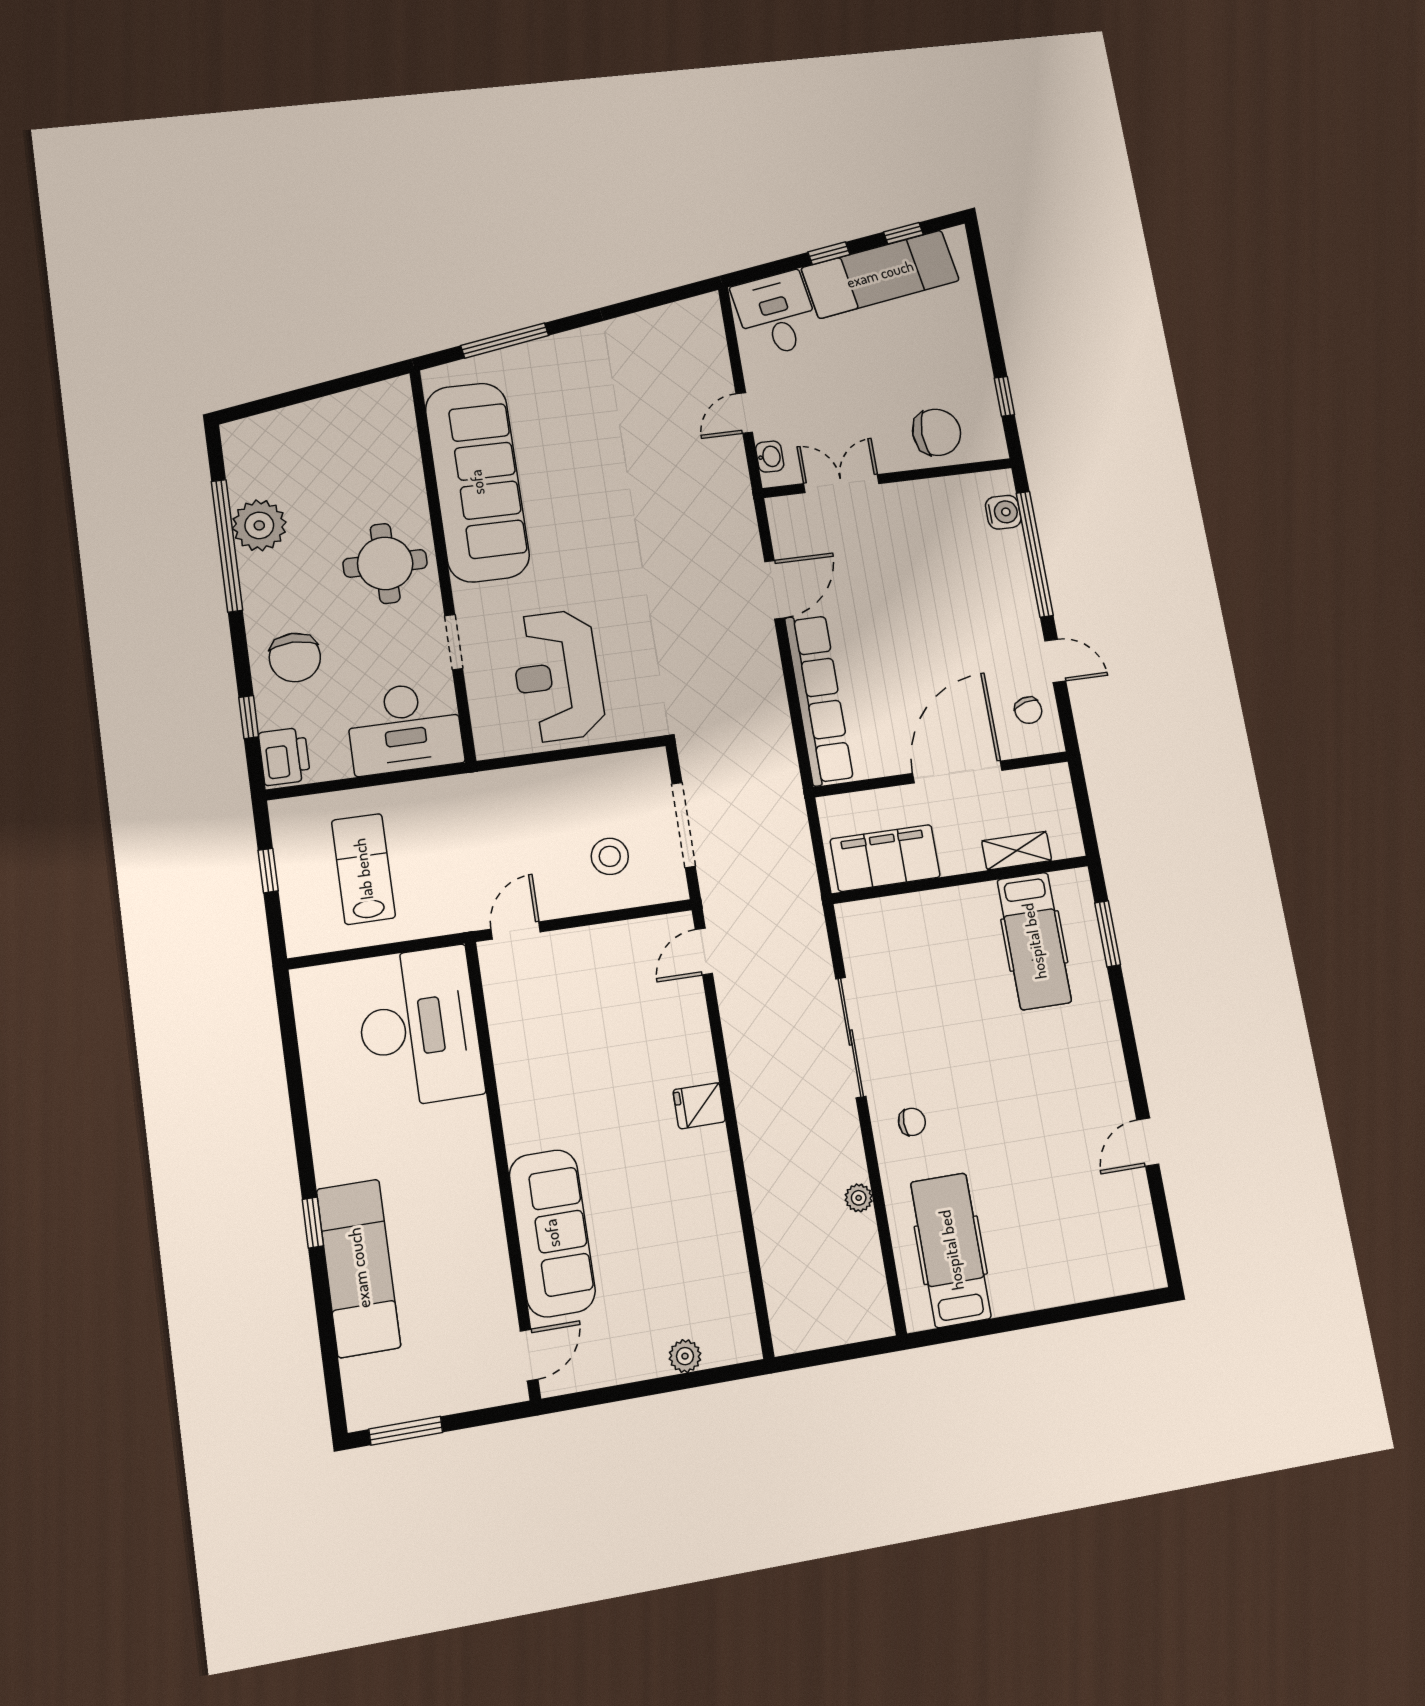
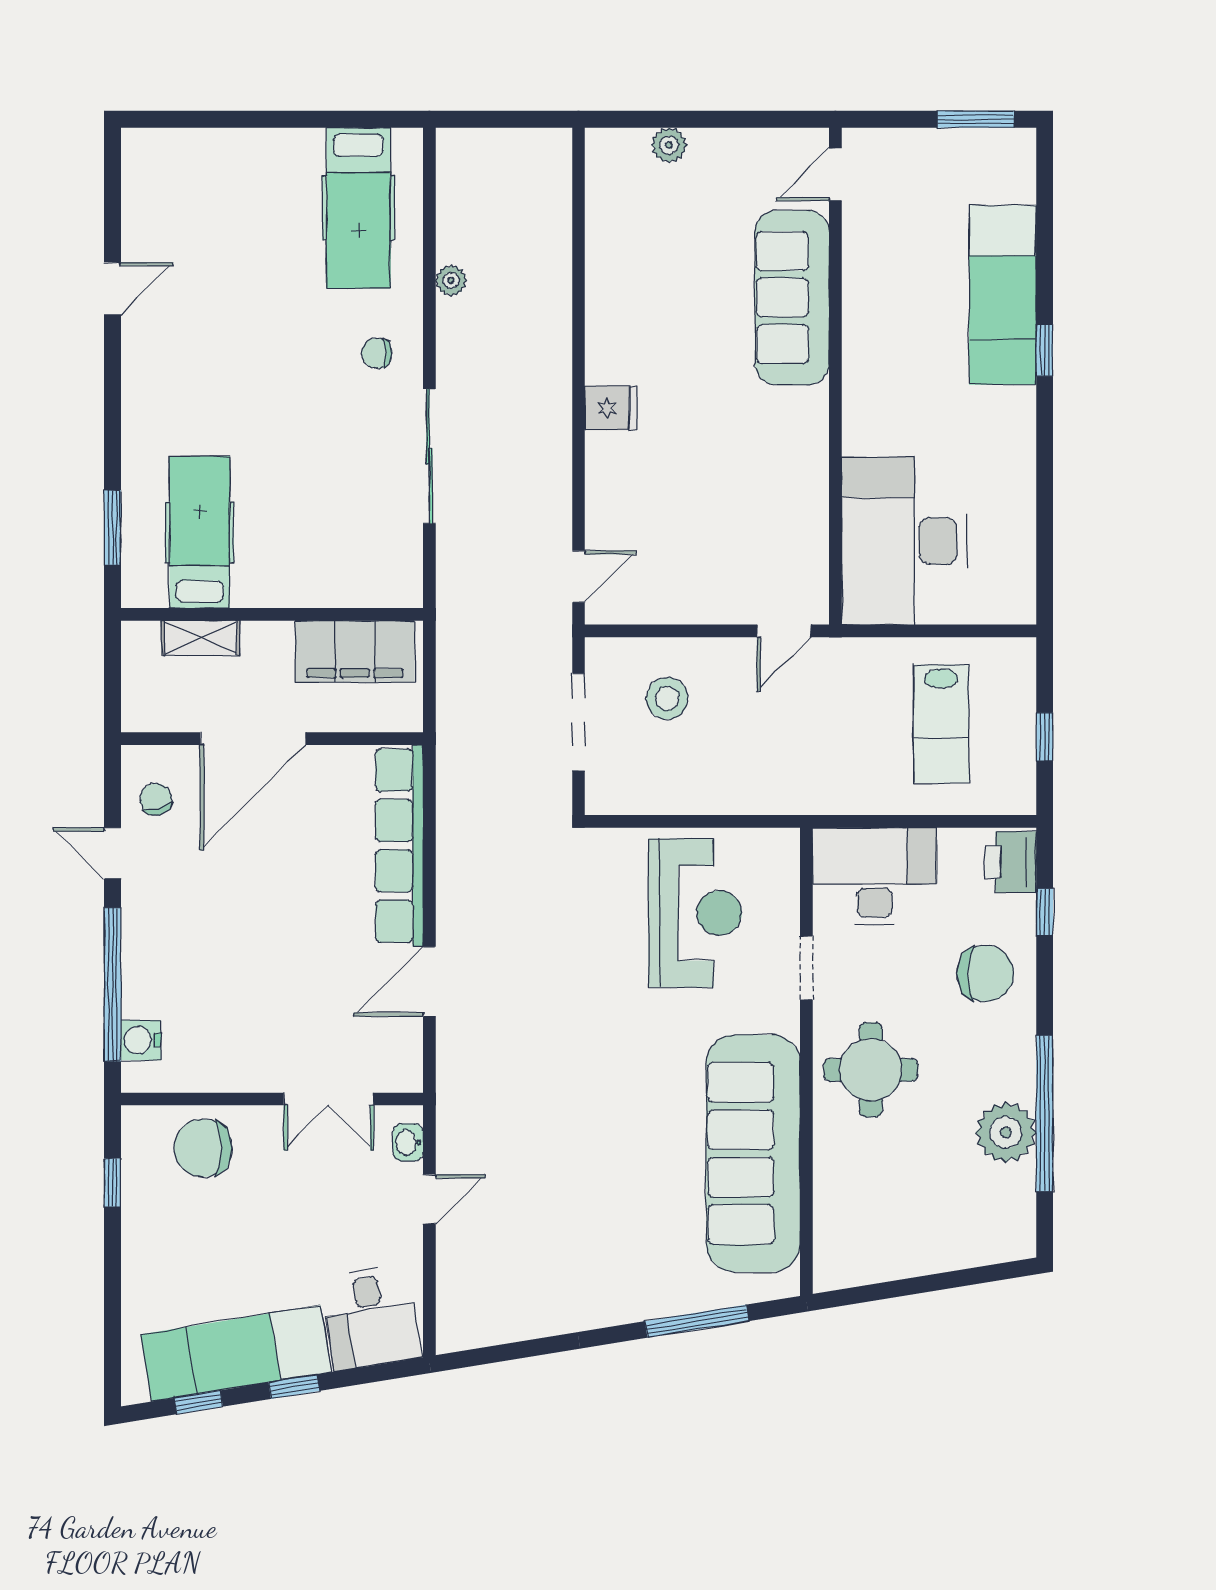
chair: (295, 657) -> (985, 974), turned 90

